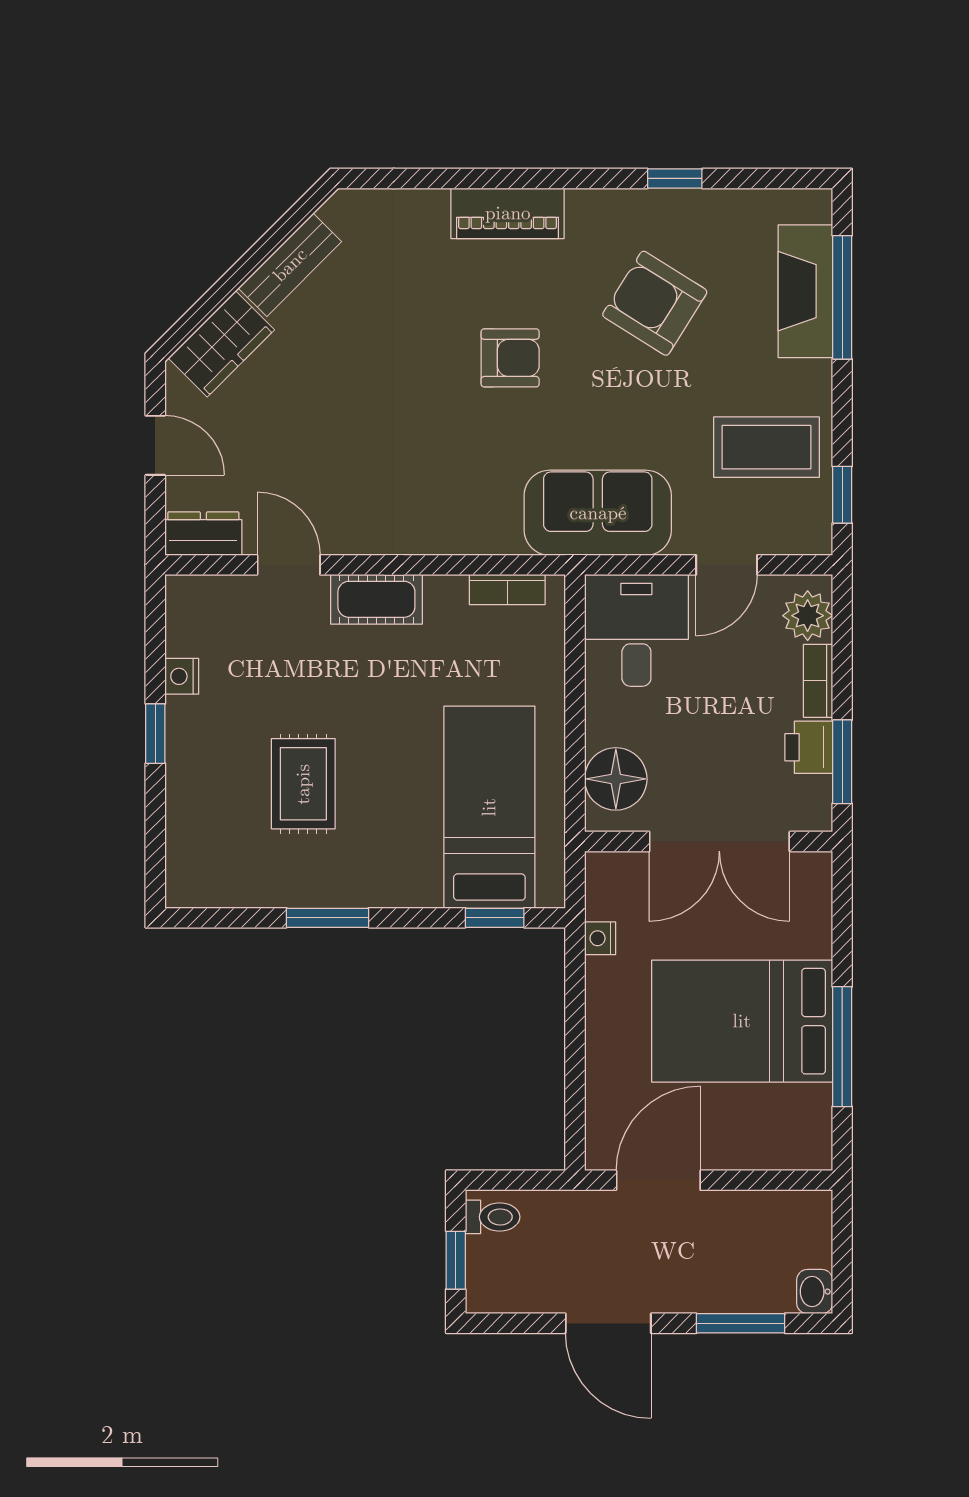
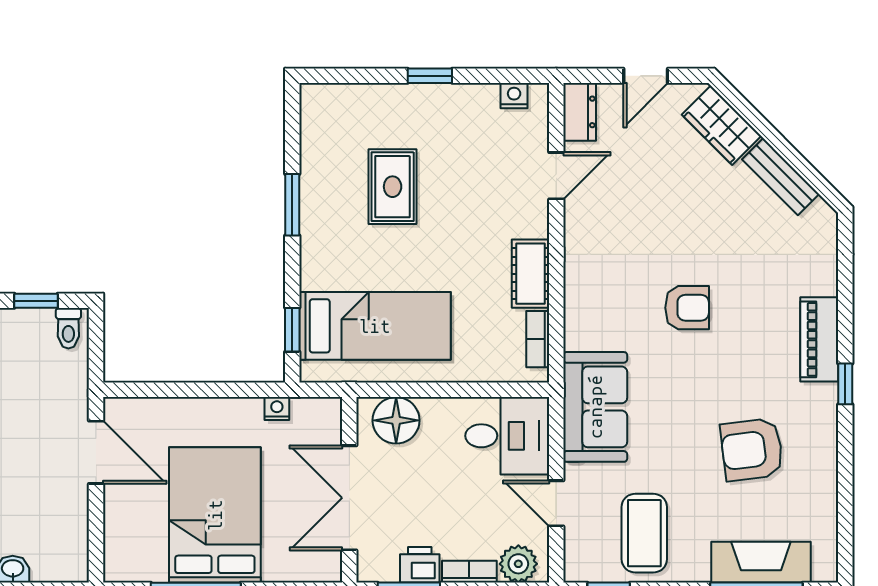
window: (675, 178) -> (845, 384), moved
armchair: (655, 303) -> (752, 450), turned -129
armchair: (510, 358) -> (687, 308), moved, turned -90
cot: (376, 599) -> (530, 274), moved
nightstand: (182, 676) -> (514, 96), moved
rug: (303, 784) -> (393, 187), turned 90

